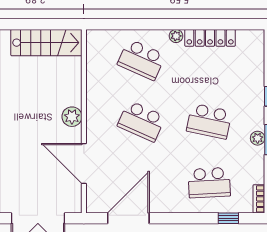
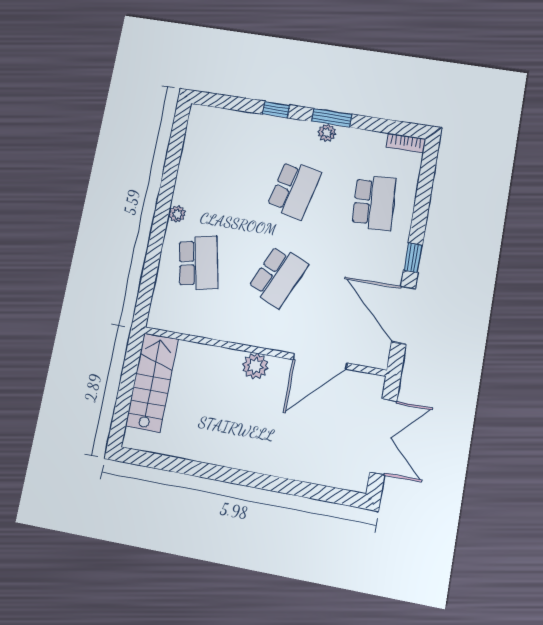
locker: (210, 38) -> (188, 172), removed
school desk: (141, 60) -> (199, 263), turned -36
window: (228, 218) -> (413, 258), moved

